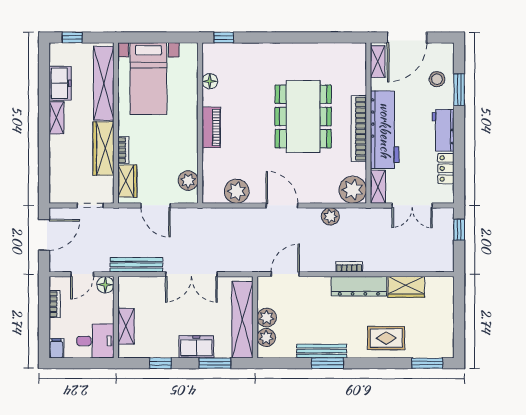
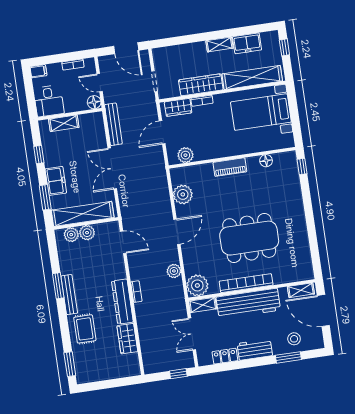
bench: (322, 351) -> (69, 295), moved

